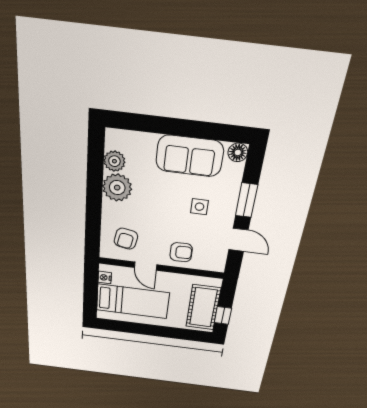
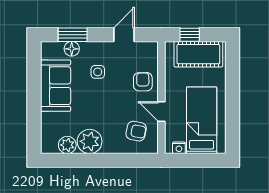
floor lamp: (238, 152) -> (72, 49), moved
window: (246, 200) -> (73, 35), moved
door: (146, 266) -> (161, 112), swing flipped
window: (223, 315) -> (190, 35), moved

